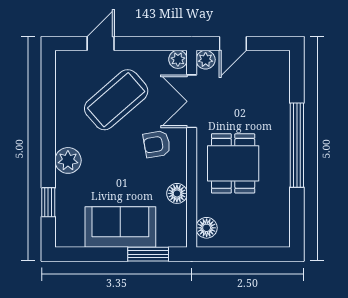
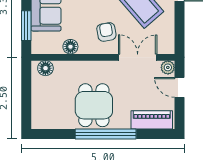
plant: (178, 59) -> (168, 47), removed
piano: (278, 82) -> (152, 120), added
dining table: (233, 163) -> (94, 105), moved, turned 90

